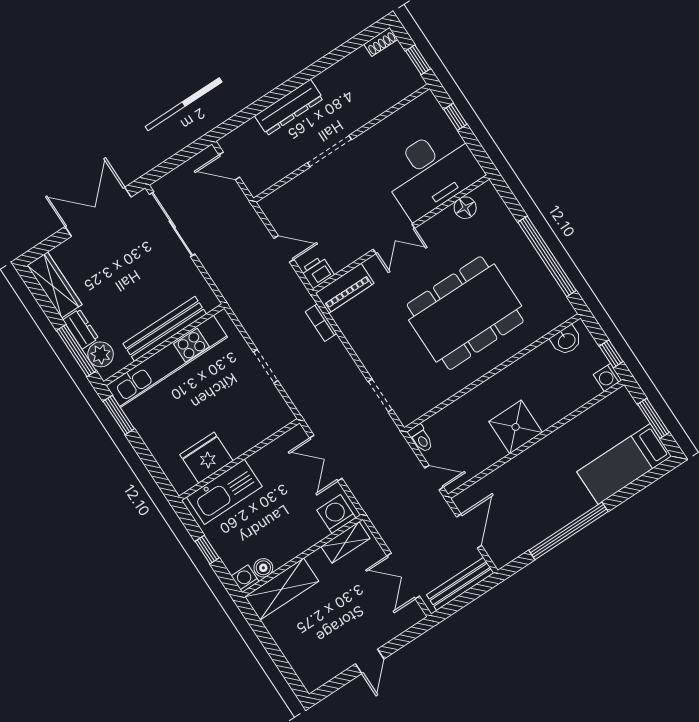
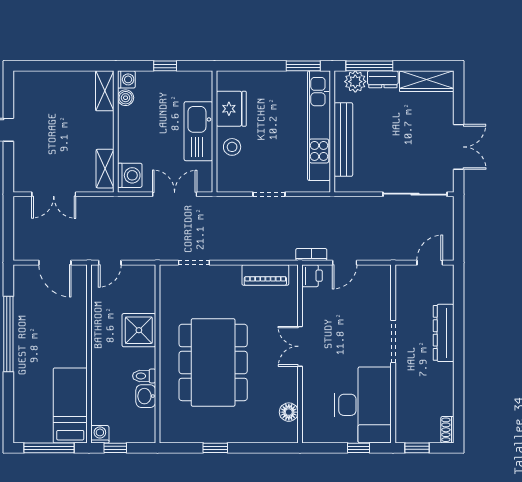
desk: (432, 172) -> (363, 405), moved, turned 180
double door: (98, 212) -> (459, 147), width x0.73
window: (547, 256) -> (215, 448), width x0.32
piano: (345, 288) -> (265, 275), moved, turned -90
bookcase: (321, 323) -> (311, 255), moved
washbasin: (566, 341) -> (146, 396), moved
window: (653, 418) -> (49, 448), width x1.44
shower: (516, 427) -> (139, 330), moved
stool: (243, 433) -> (232, 147), added
toilet: (421, 438) -> (144, 376), moved
bed: (624, 464) -> (70, 405), moved
kitchen sink: (224, 492) -> (198, 131), moved
double door: (403, 576) -> (54, 194), swing flipped
bench: (460, 584) -> (21, 231), removed
shelving: (282, 589) -> (105, 91), width x0.67, depth x0.75

